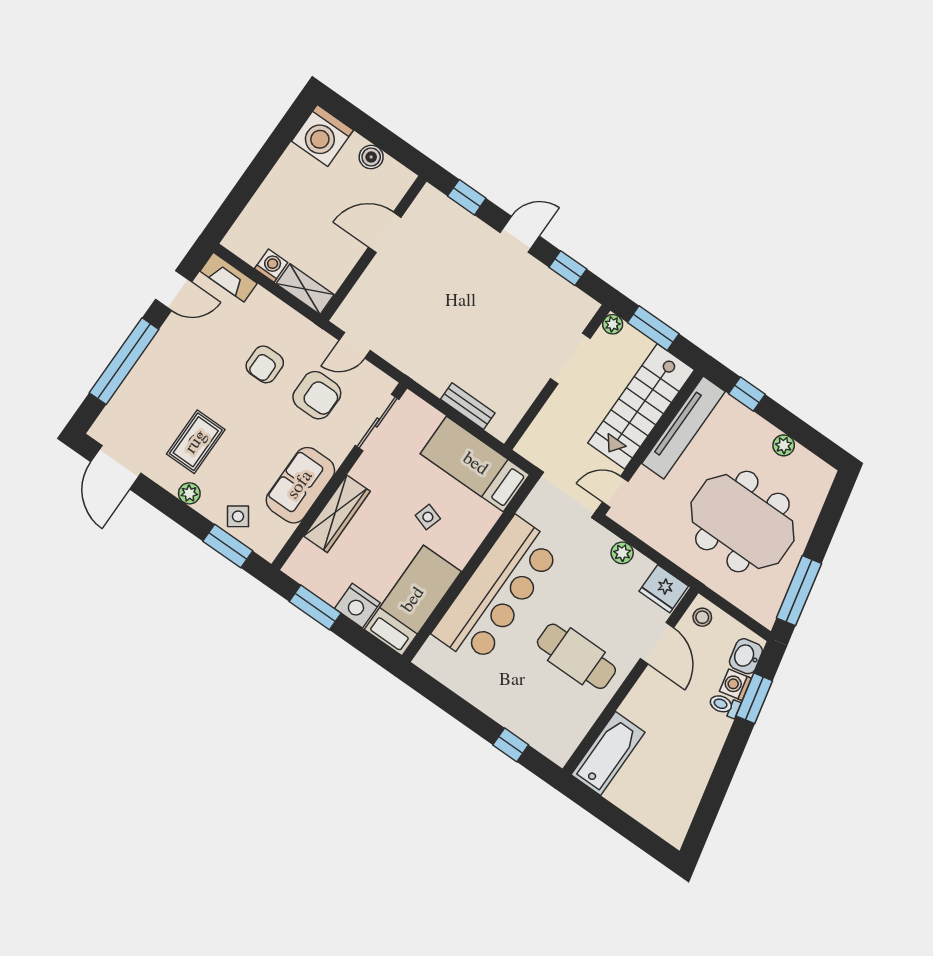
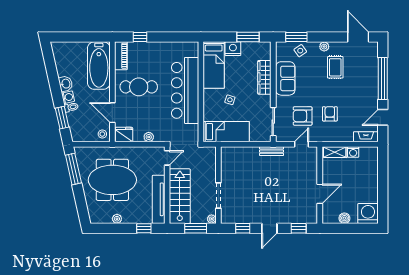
bench: (468, 406) -> (272, 151), moved
washbasin: (746, 656) -> (66, 84), moved
washing machine: (735, 685) -> (68, 97), moved
piano: (569, 735) -> (121, 56), added
bathtub: (608, 753) -> (99, 66), width x1.36, depth x1.36

